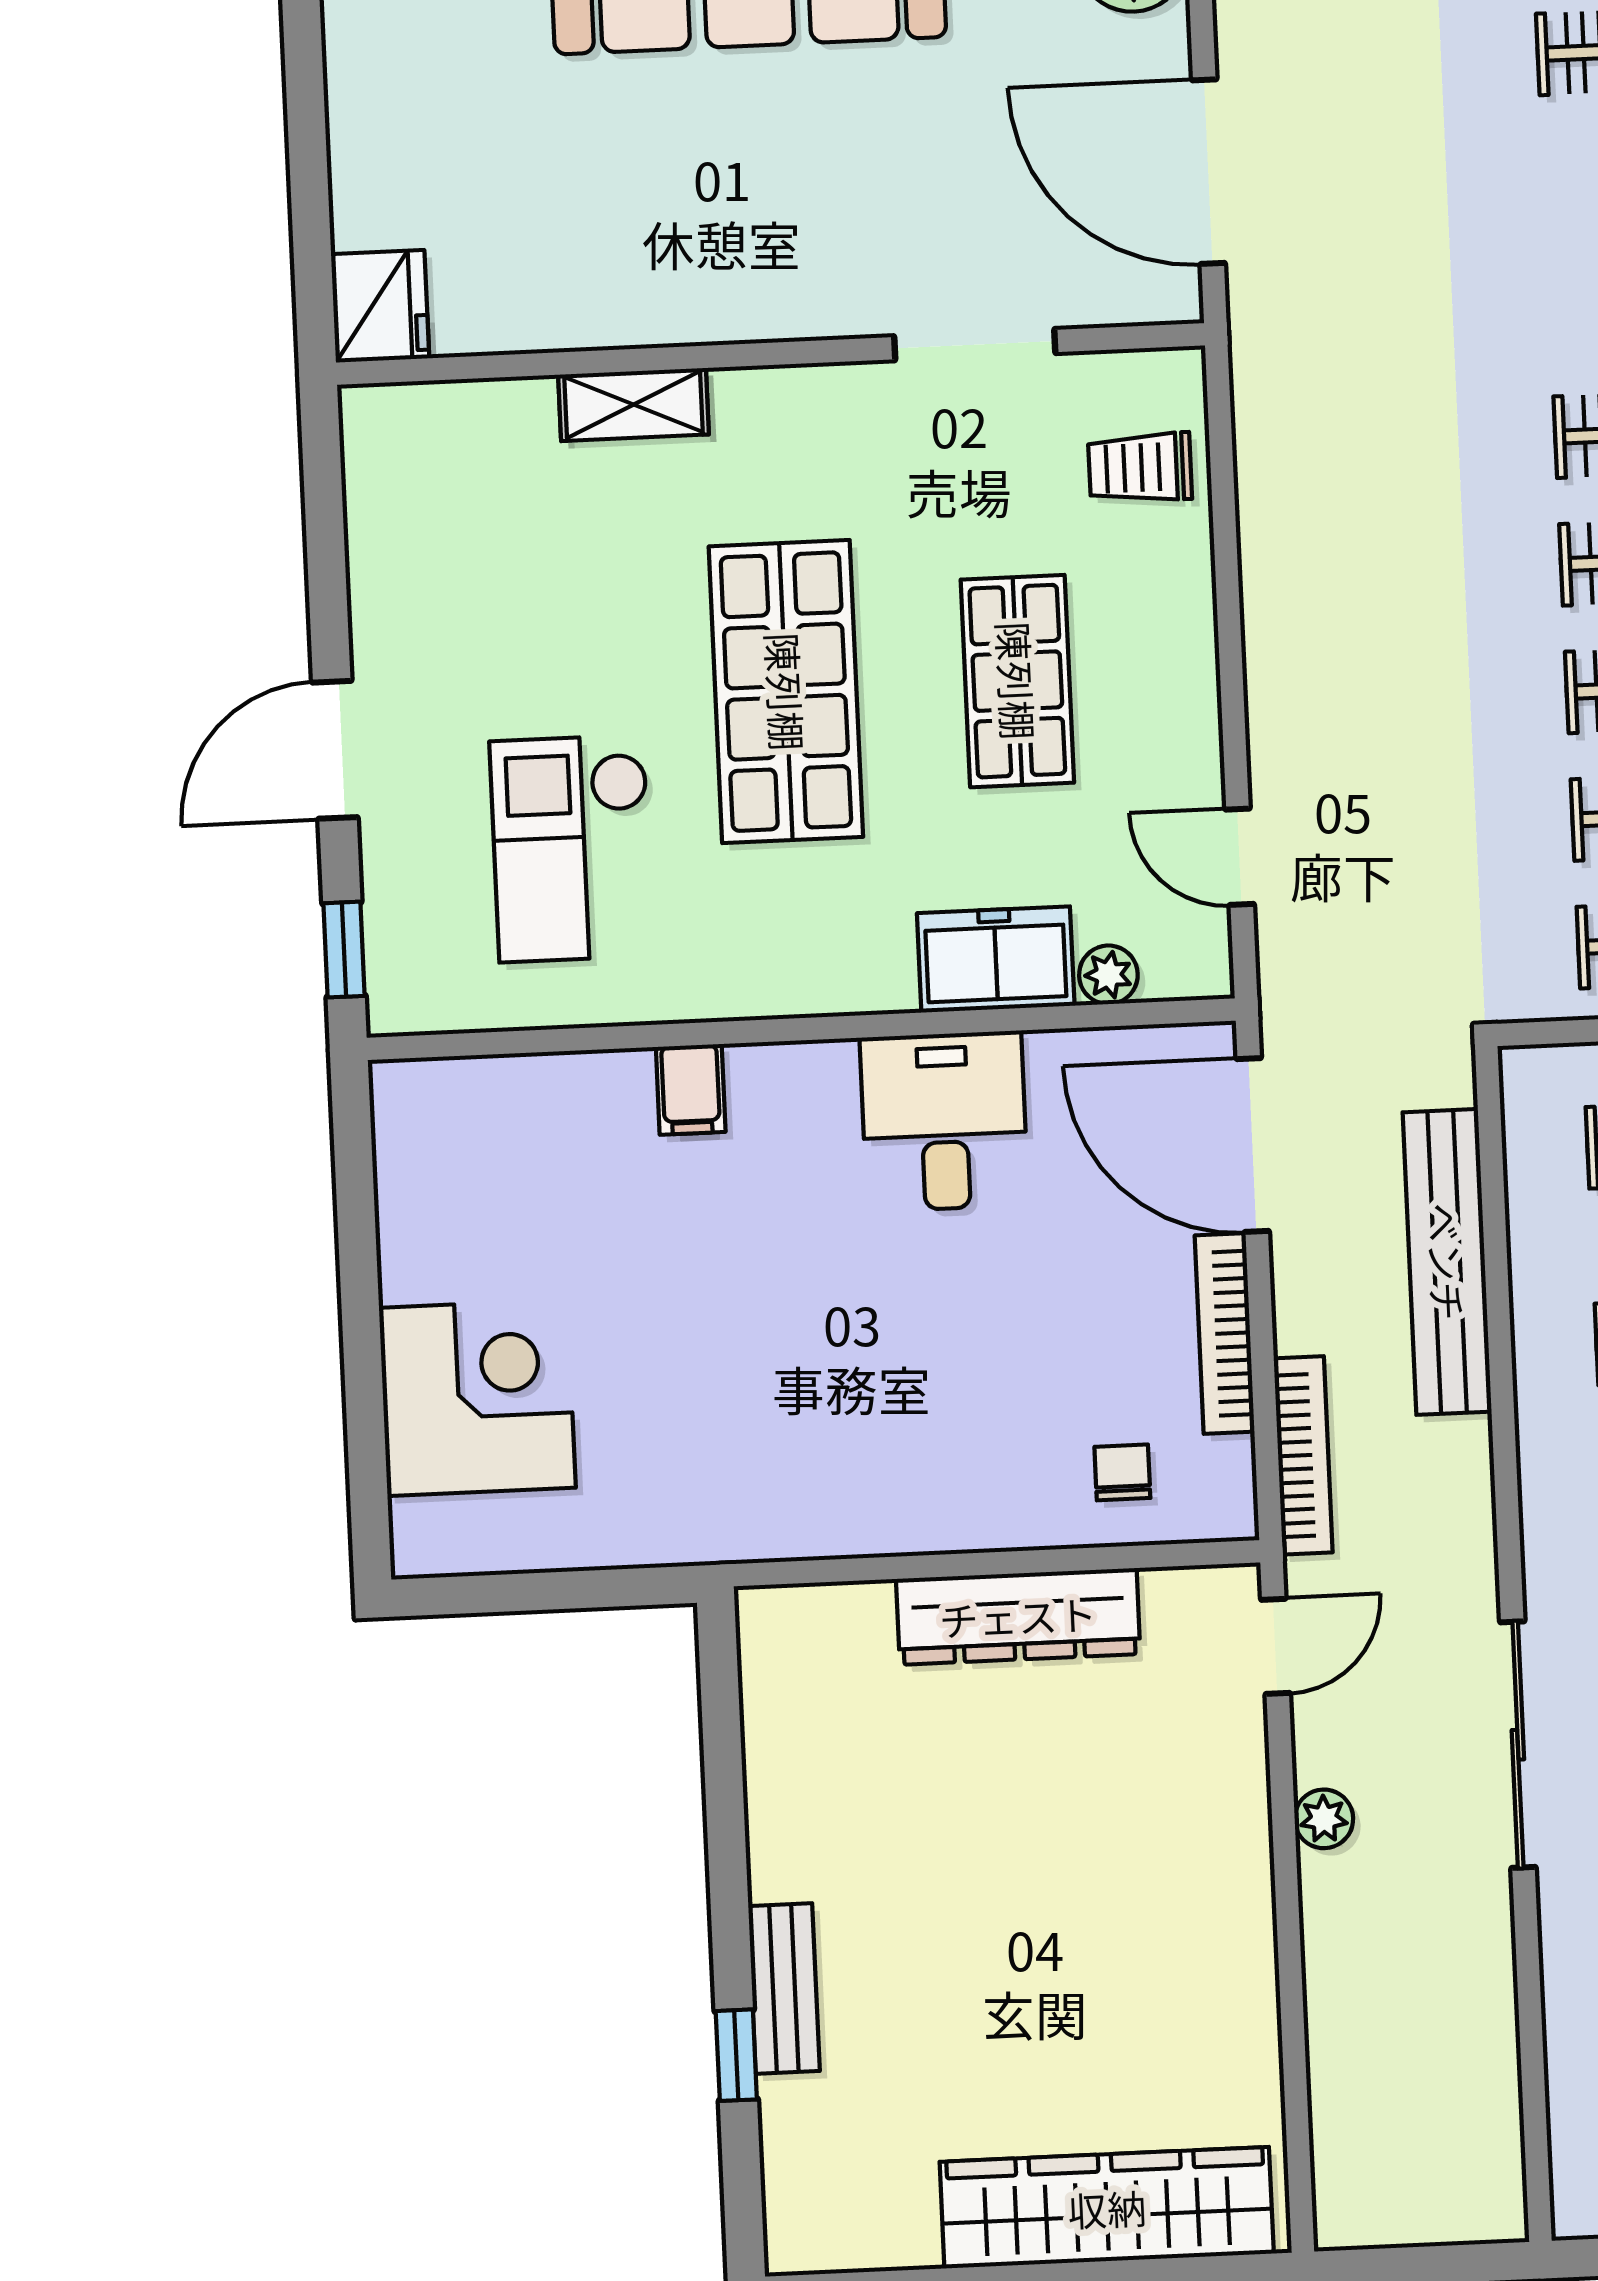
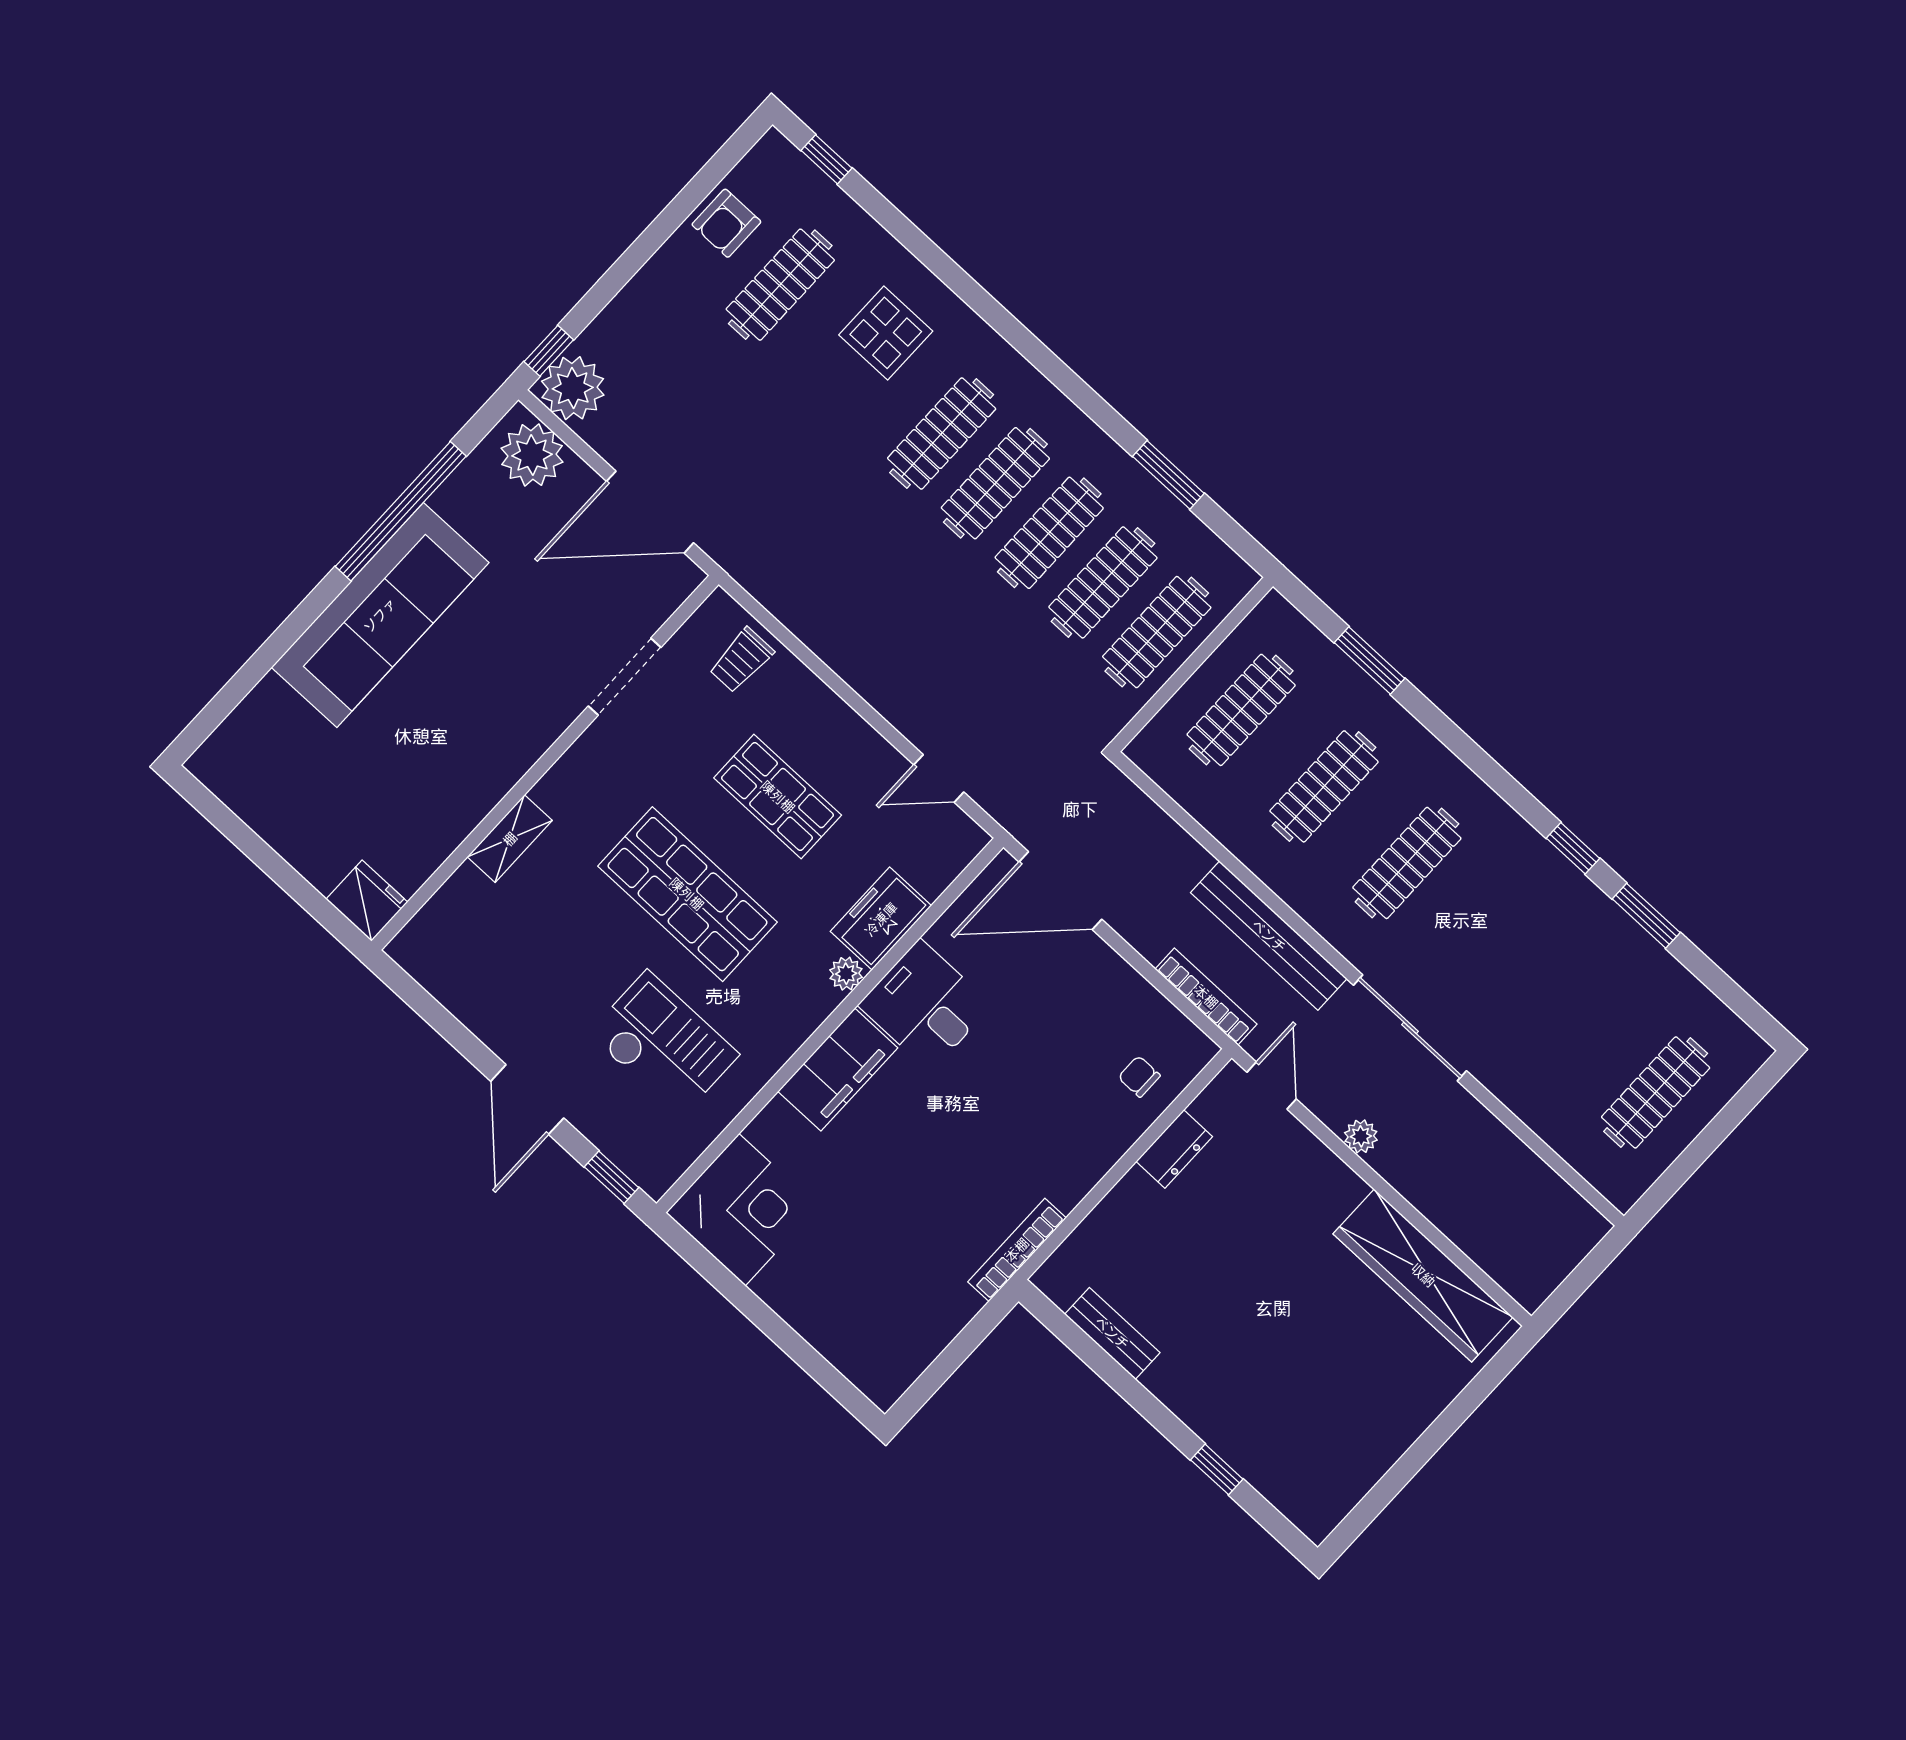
checkout: (572, 849) -> (664, 1044), turned 180
plant: (1108, 975) -> (846, 974), moved
filing cabinet: (691, 1089) -> (838, 1070), width x3.00, depth x1.17
bench: (1447, 1262) -> (1269, 936), moved
bookcase: (1225, 1334) -> (1017, 1250), moved, turned 90
corner desk: (477, 1398) -> (742, 1210), moved, turned 90
dresser: (1018, 1616) -> (1174, 1149), width x0.51, depth x0.80
bench: (784, 1988) -> (1112, 1333), moved
wardrobe: (1107, 2208) -> (1423, 1275), moved, turned -90

